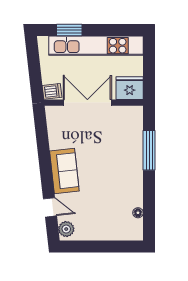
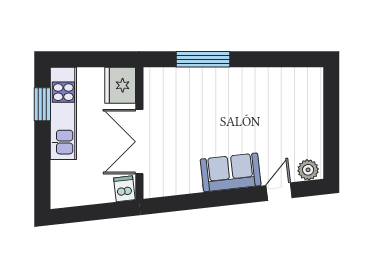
window: (69, 30) -> (42, 104), moved
kitchen unit: (96, 46) -> (63, 113), width x0.73
floor lamp: (138, 213) -> (286, 74), removed

